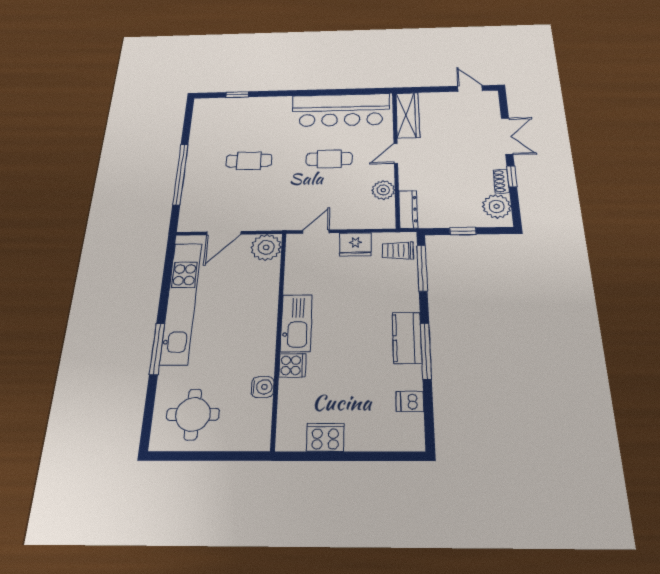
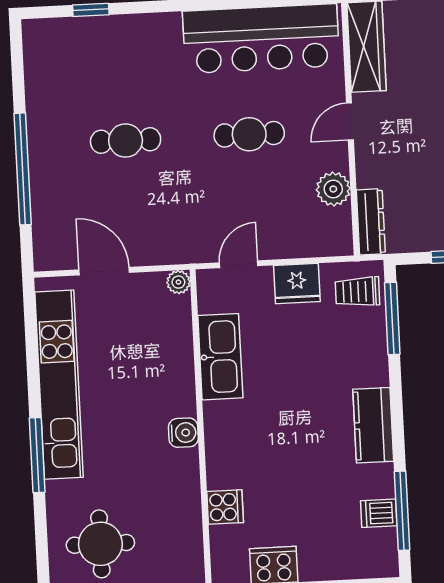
door: (224, 233) -> (104, 271), swing flipped
plant: (266, 247) -> (178, 282), width x0.53, depth x0.53
kitchen sink: (296, 323) -> (220, 357), moved
window: (426, 351) -> (402, 511), moved
cooker: (292, 365) -> (225, 507), moved
water cooler: (263, 387) -> (183, 433), moved

